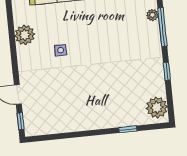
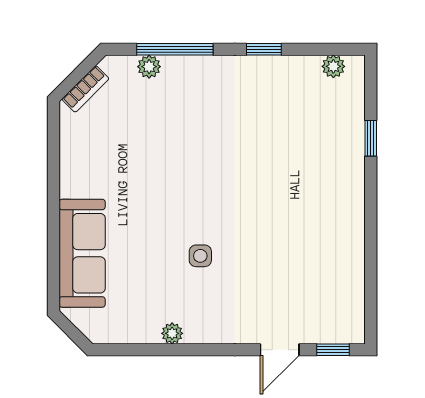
plant: (25, 35) -> (172, 333), width x0.53, depth x0.53
plant: (157, 107) -> (333, 66), width x0.53, depth x0.53

